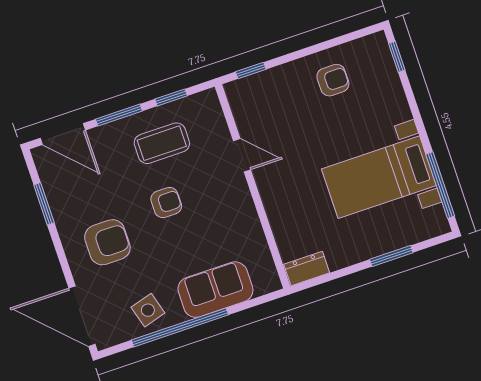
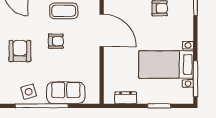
door: (242, 155) -> (102, 30), width x1.87
armchair: (107, 242) -> (20, 51), turned -90
dresser: (307, 269) -> (126, 98), moved

